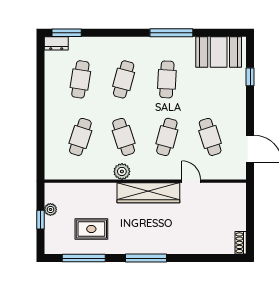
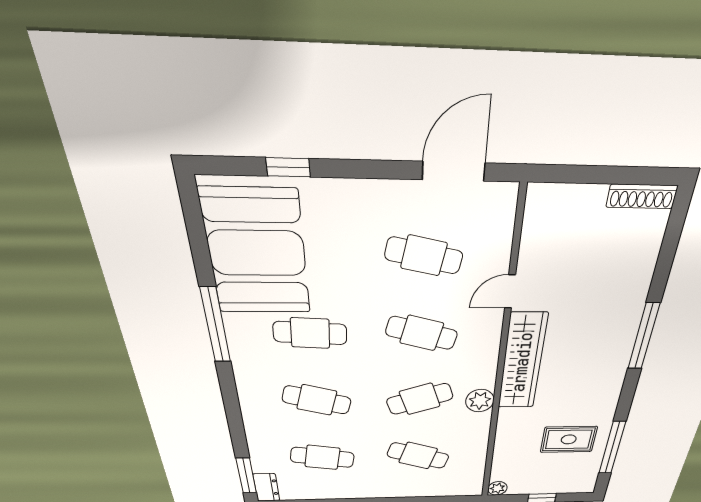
booth: (219, 52) -> (257, 253), width x1.36, depth x1.42
cafe table: (210, 137) -> (424, 256), turned 30
plant: (50, 209) -> (497, 488), moved
rug: (91, 229) -> (569, 439), turned 90
shoe rack: (241, 243) -> (642, 196), width x1.43
window: (146, 258) -> (644, 336), moved

